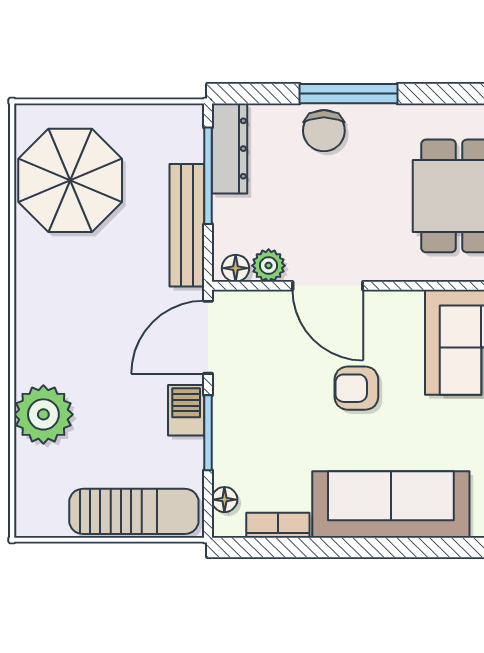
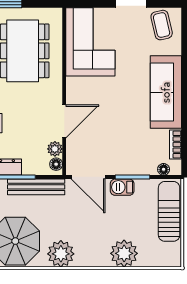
plant: (43, 278) -> (61, 254), added
armchair: (356, 388) -> (112, 108), removed

